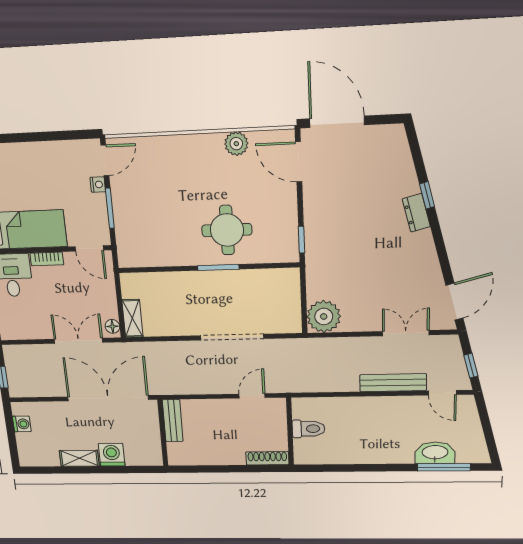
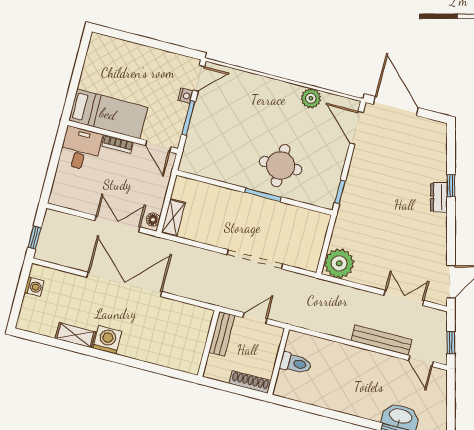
bench: (173, 421) -> (222, 334), moved
wall: (163, 433) -> (209, 343), moved

